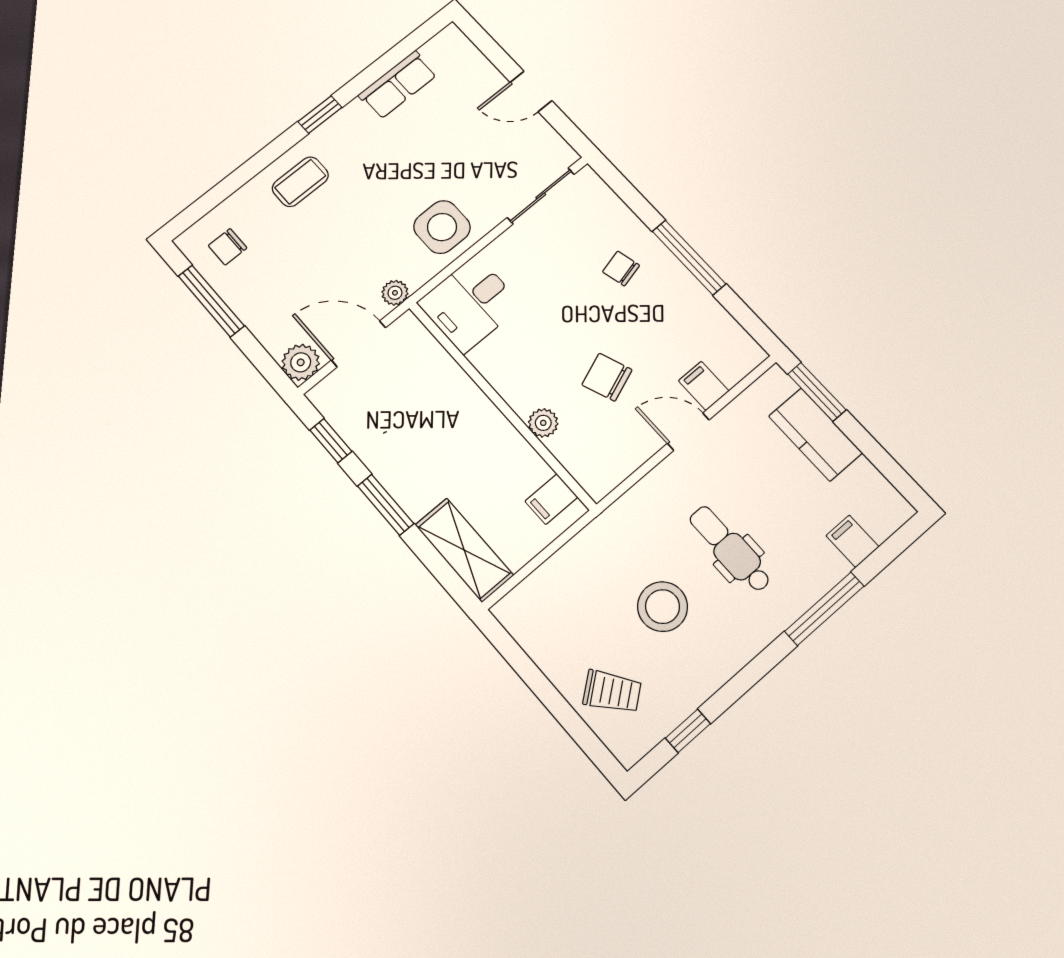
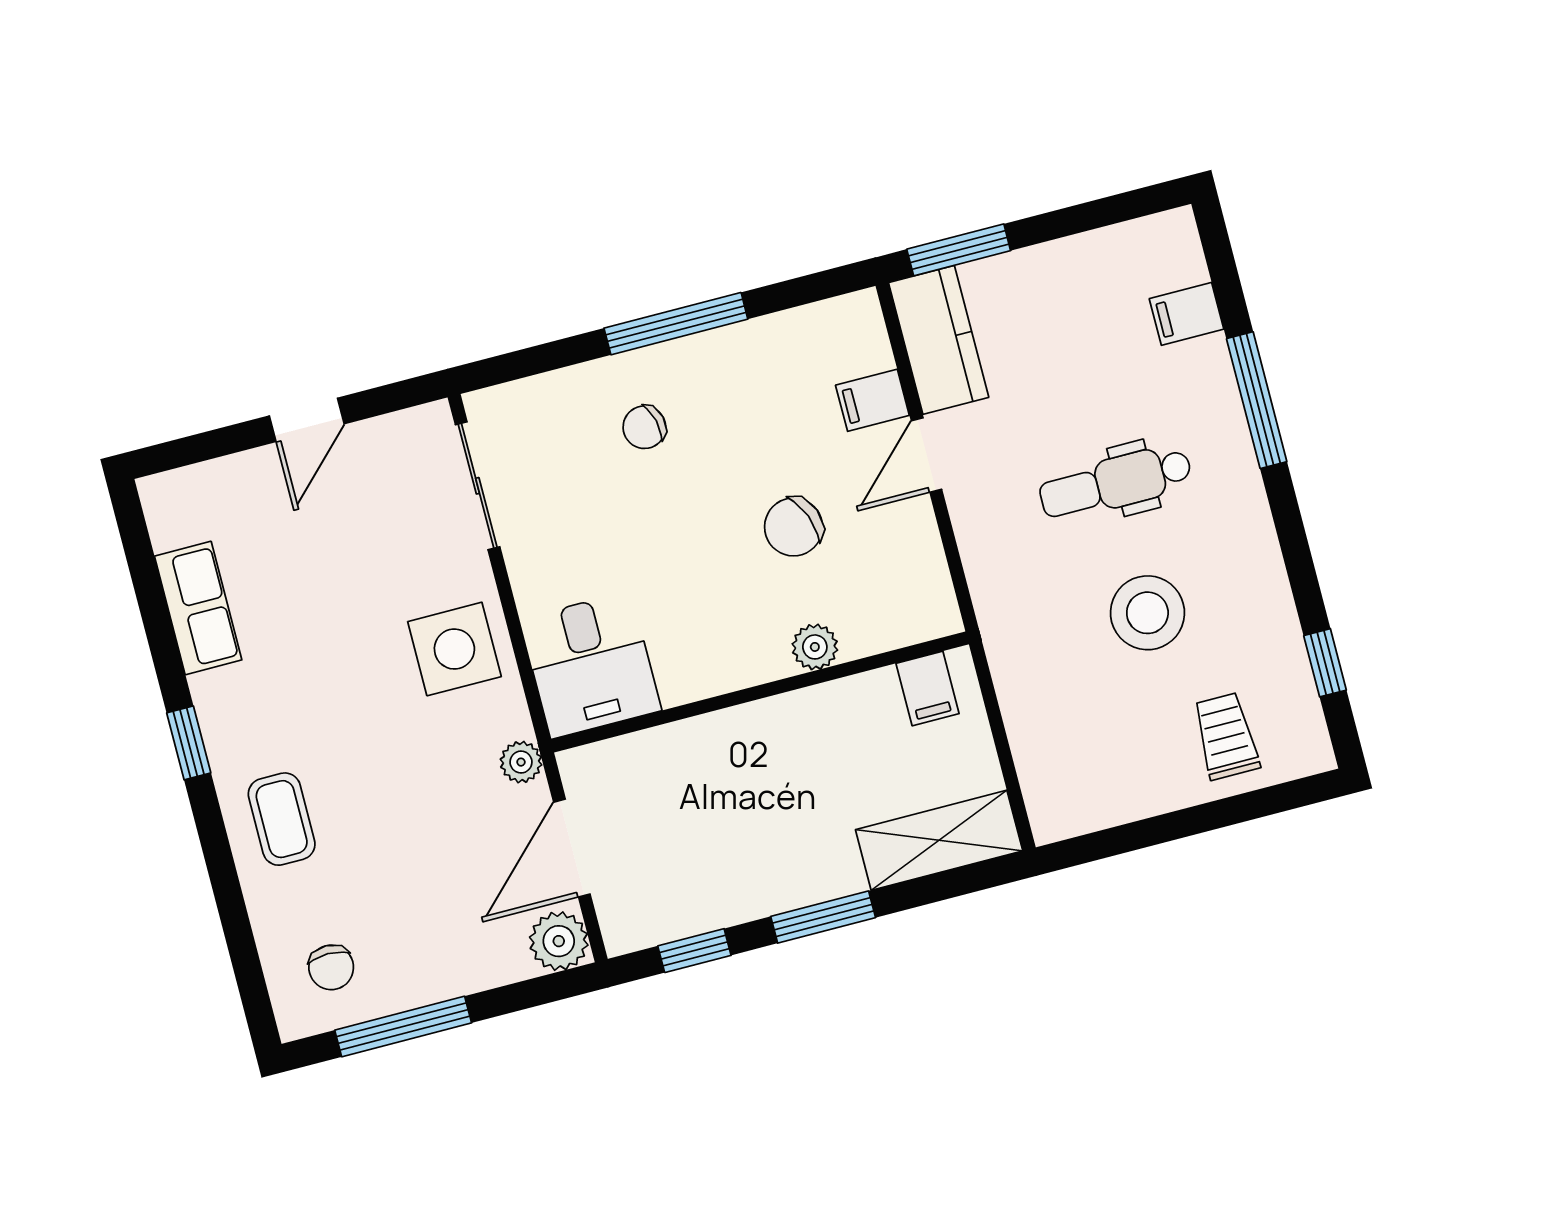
kitchen counter: (815, 435) -> (939, 340), moved, turned -90
trolley: (612, 692) -> (1226, 736), turned -52

